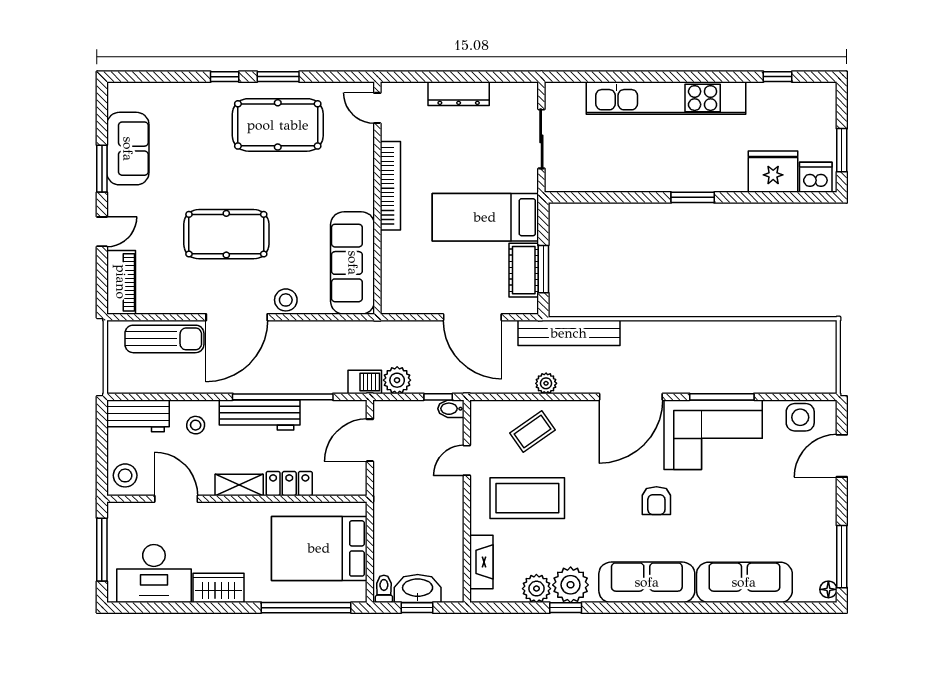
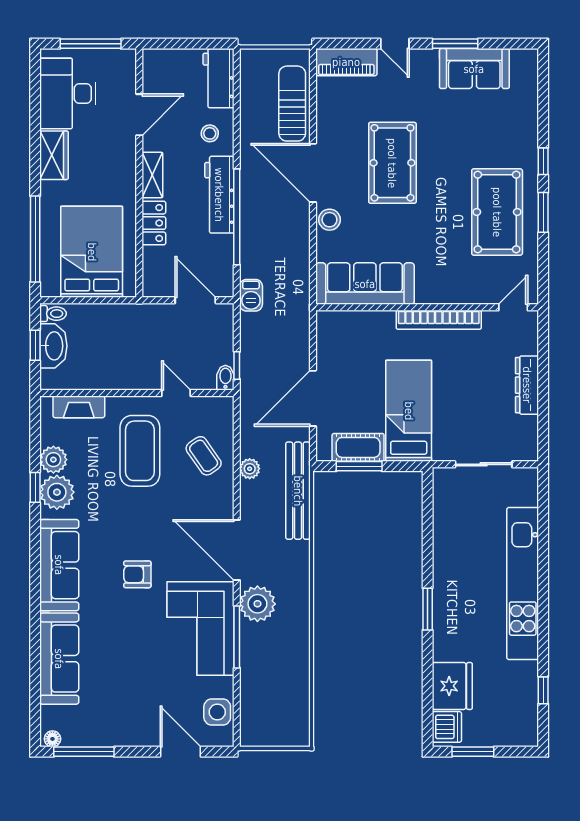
sun lounger: (164, 339) -> (292, 104), turned 180
plant: (397, 380) -> (257, 604), moved, width x1.36, depth x1.36
stool: (125, 475) -> (162, 66), removed

